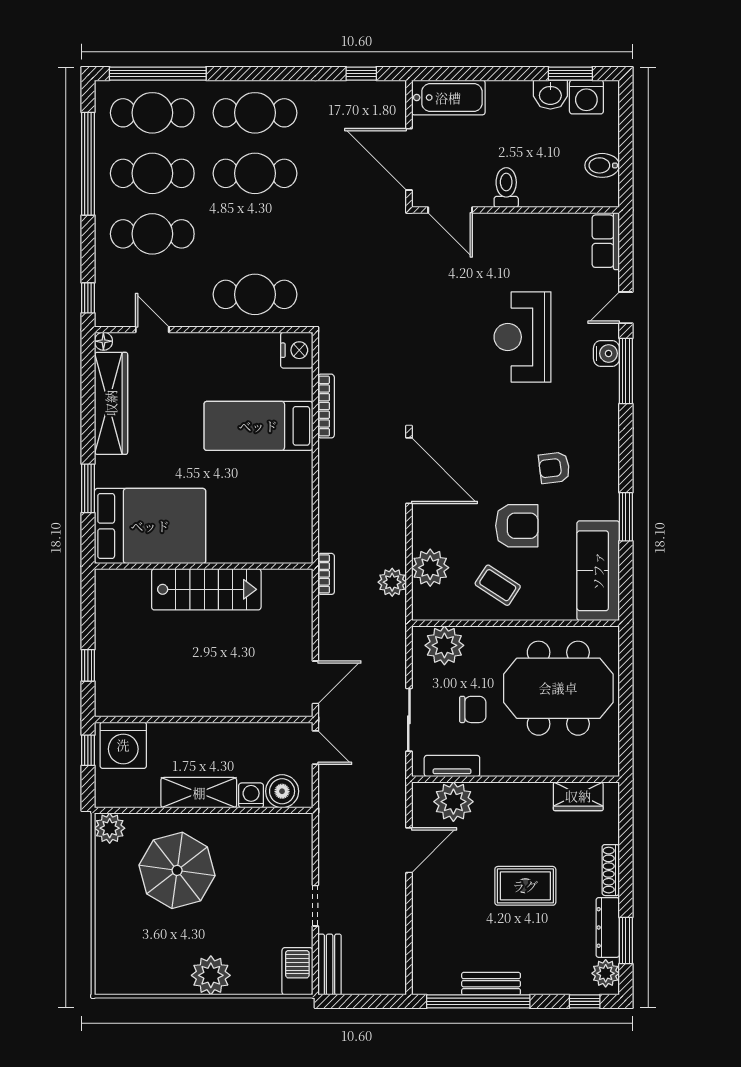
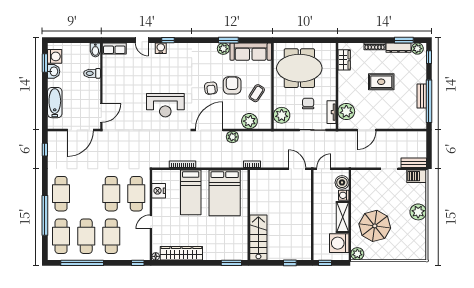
window: (158, 74) -> (45, 215), moved
bathtub: (448, 98) -> (55, 103), moved
bidet: (602, 165) -> (95, 50), moved
cafe table: (255, 173) -> (111, 194), moved
toilet: (506, 188) -> (92, 73), moved
door: (152, 330) -> (151, 222), moved
reception desk: (523, 337) -> (165, 105), moved
nightstand: (297, 350) -> (159, 191), moved, turned -90
window: (626, 371) -> (168, 40), width x0.46
armchair: (554, 468) -> (211, 88), moved
window: (88, 488) -> (231, 263), moved
plant: (605, 505) -> (223, 49), added
bed: (150, 526) -> (225, 193), moved, turned 180
plant: (392, 582) -> (232, 137), moved
stairs: (206, 589) -> (258, 237), moved
meeting table: (558, 688) -> (299, 68), turned 90
washing machine: (123, 745) -> (339, 243), moved, turned 180
door: (409, 850) -> (366, 130), swing flipped
rug: (525, 886) -> (381, 82), turned 90

